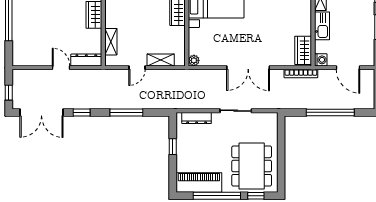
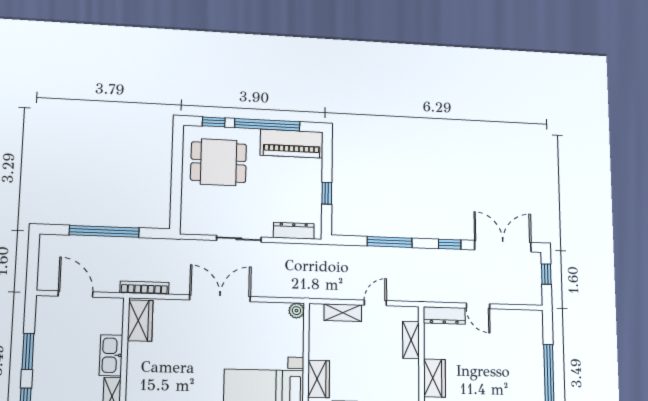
washing machine: (321, 60) -> (115, 306), removed
dining table: (252, 166) -> (219, 162), width x0.73

